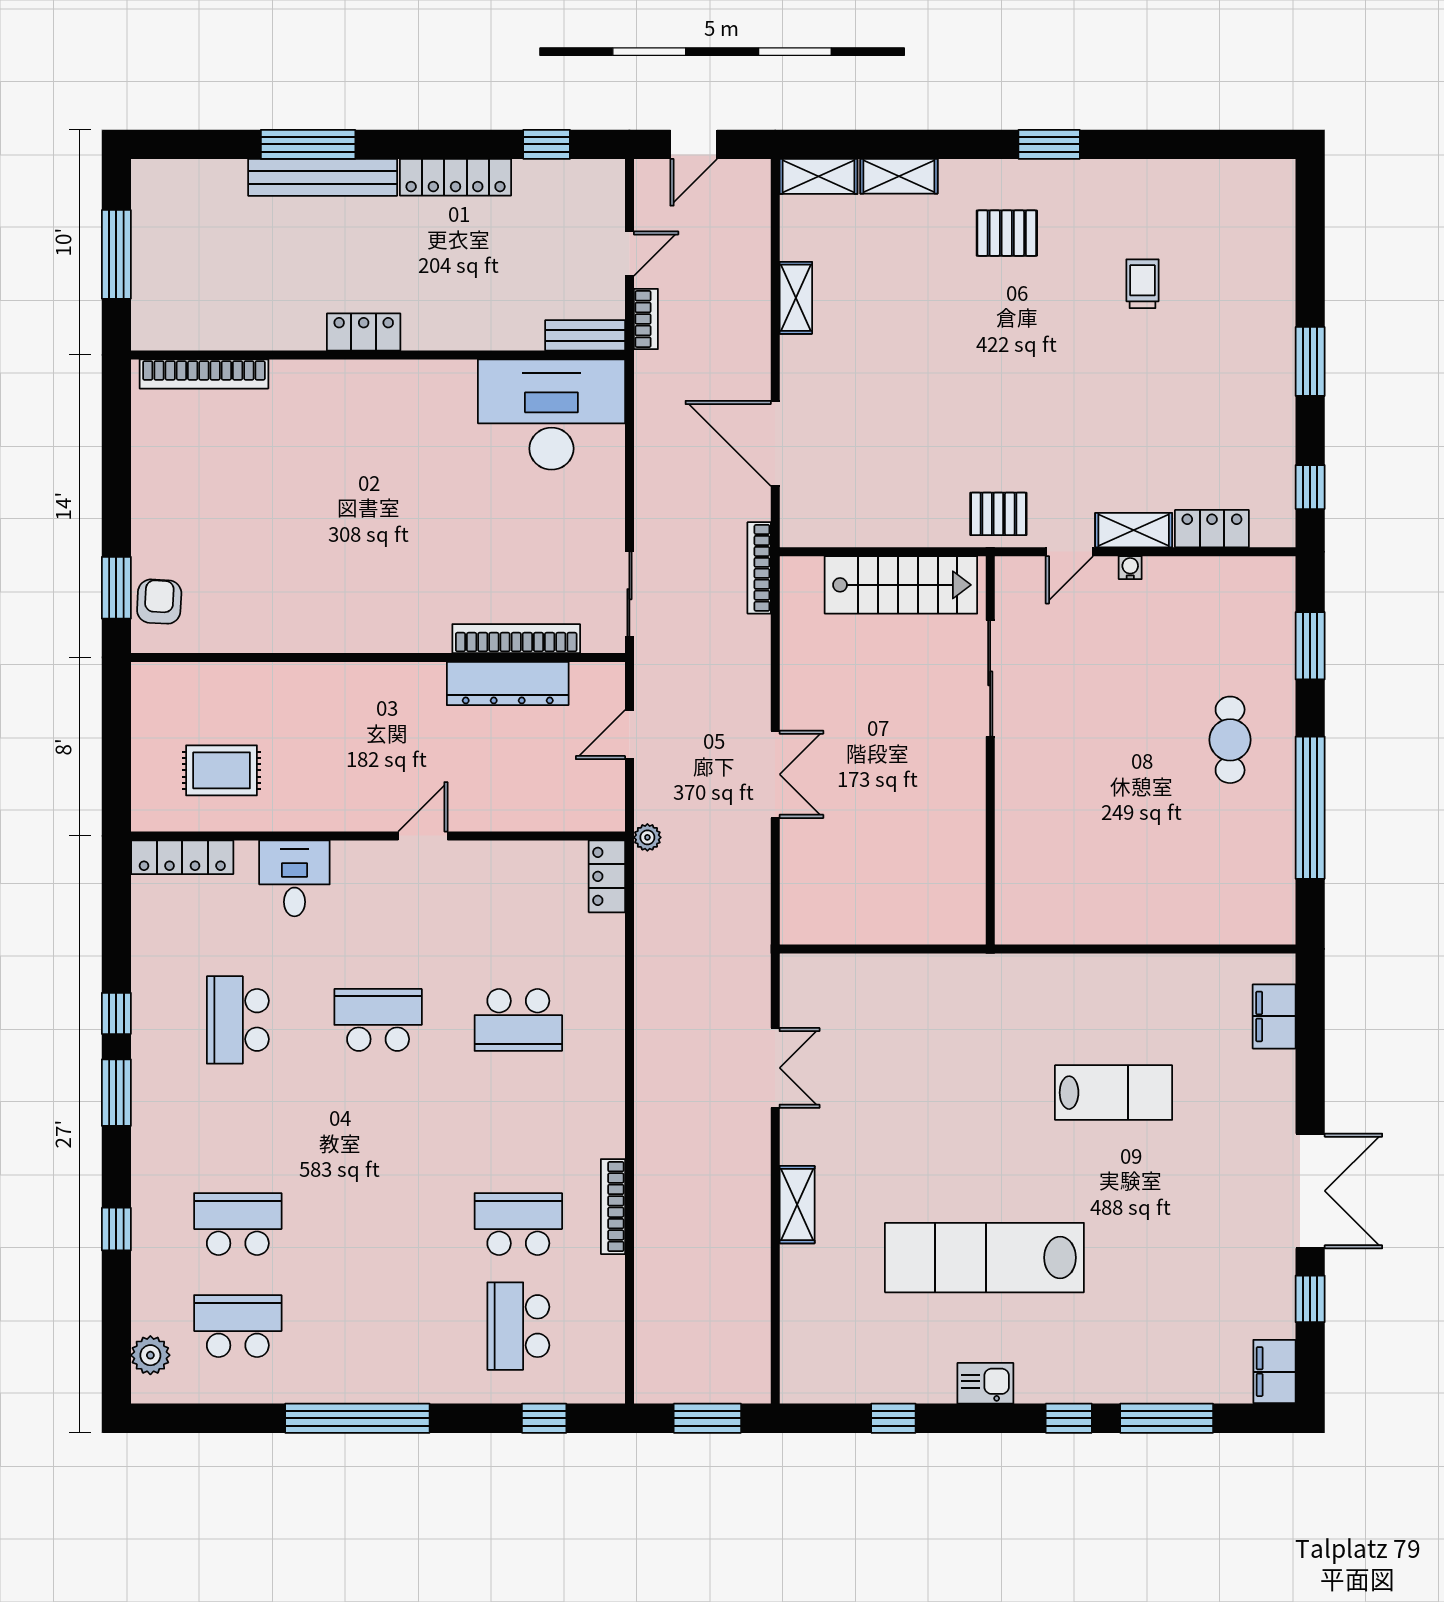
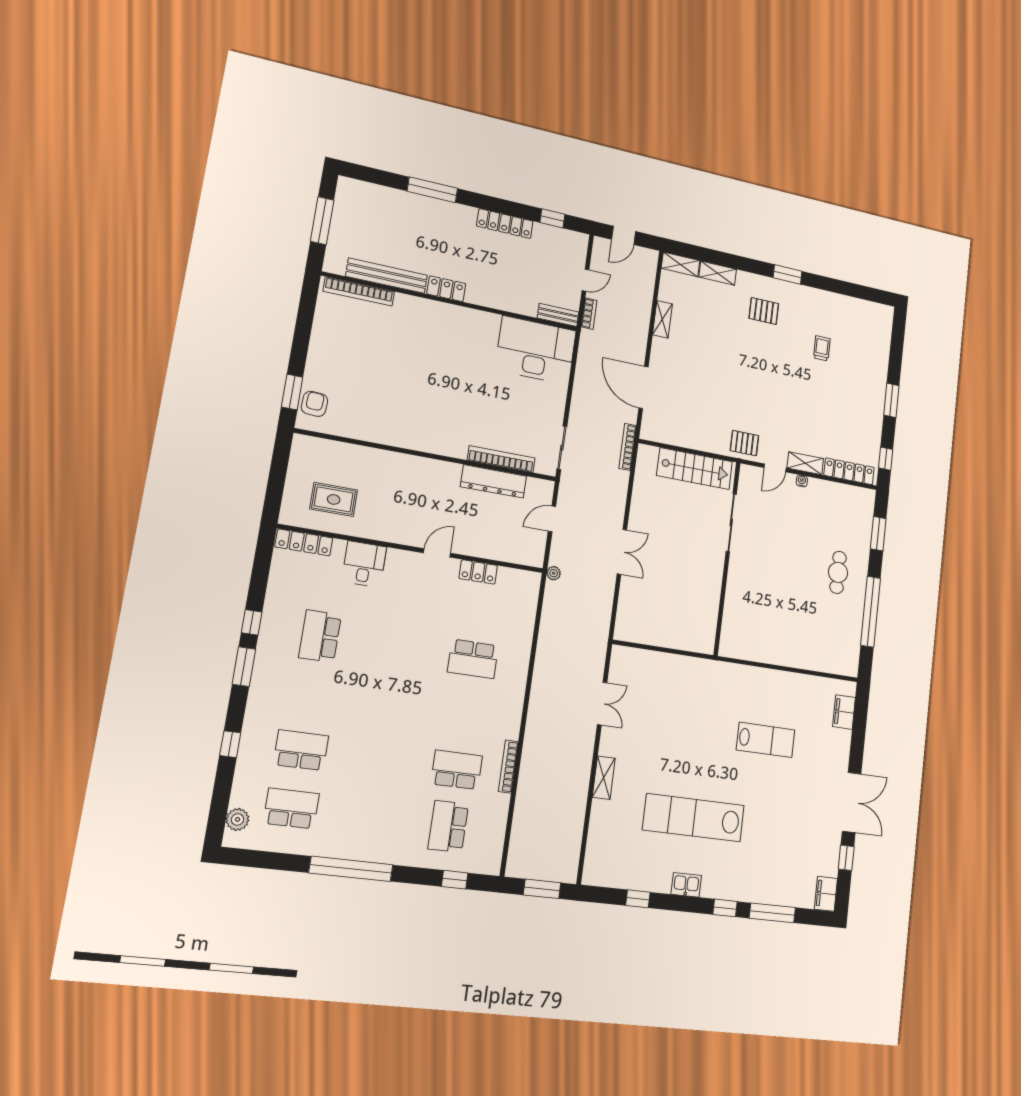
bench: (323, 177) -> (387, 276), moved
locker: (1212, 529) -> (849, 471), width x1.53
locker: (607, 876) -> (478, 572), moved, turned -90
school desk: (378, 1020) -> (398, 648), removed

